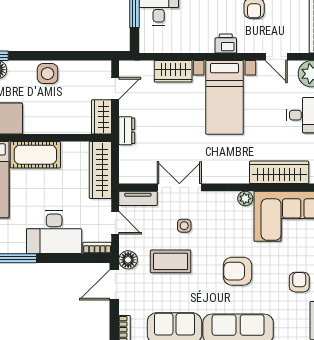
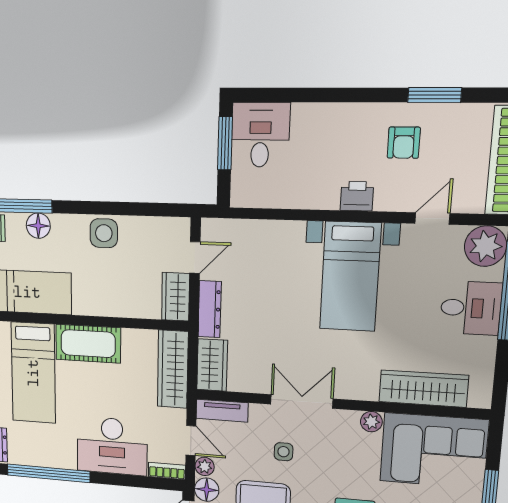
door: (276, 57) -> (432, 218), swing flipped
wardrobe: (173, 71) -> (212, 365), moved, turned -90
dresser: (127, 131) -> (210, 309), width x1.44
double door: (179, 187) -> (302, 401), moved
plant: (126, 242) -> (205, 466), added

